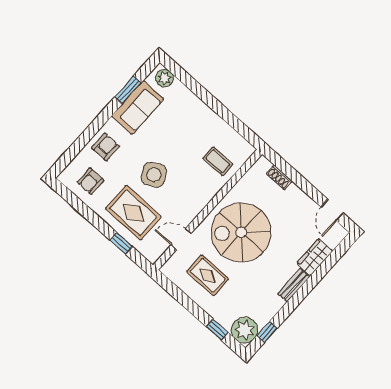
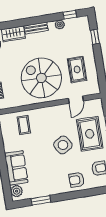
sofa: (138, 107) -> (16, 168), moved, turned 90
spiral stairs: (241, 232) -> (41, 78), turned 180
door: (181, 239) -> (76, 100), hinge flipped
plant: (245, 330) -> (60, 24), moved, width x0.53, depth x0.53

